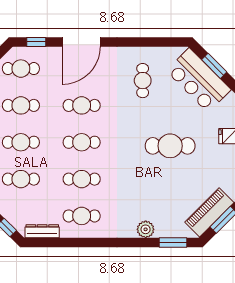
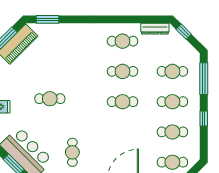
cafe table: (82, 105) -> (123, 132), removed
cafe table: (170, 146) -> (50, 99), width x0.73, depth x0.74
plant: (146, 229) -> (70, 30), removed

